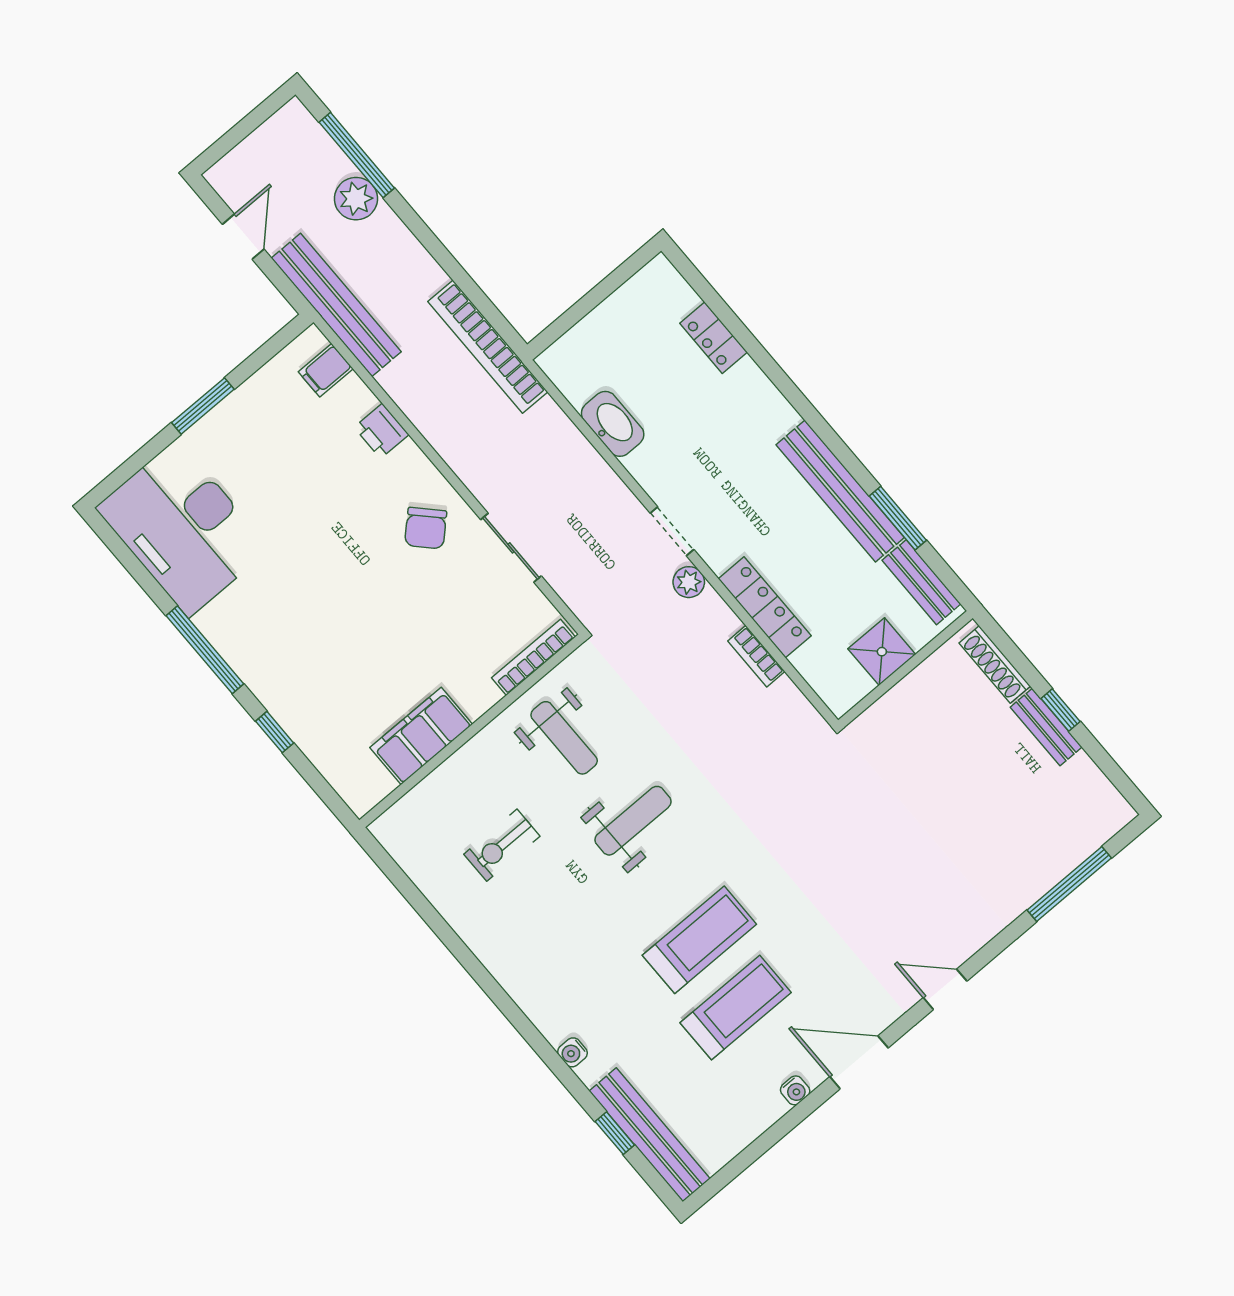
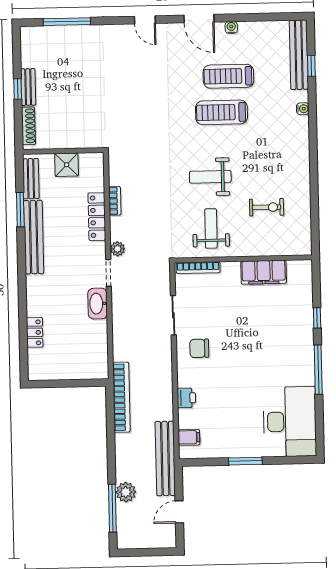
washbasin: (613, 424) -> (98, 304), moved
chair: (426, 528) -> (199, 348), turned -136

